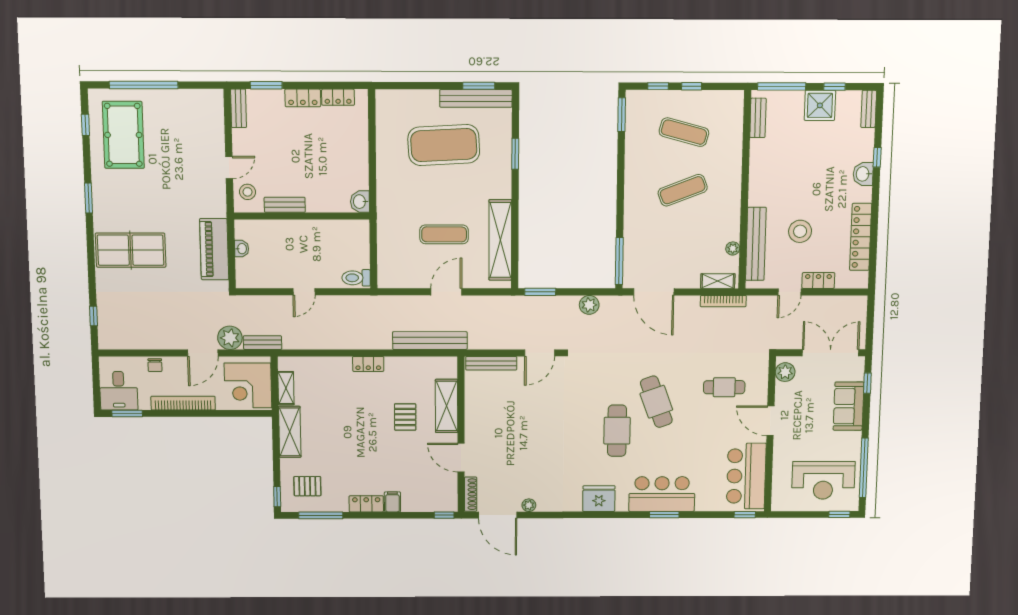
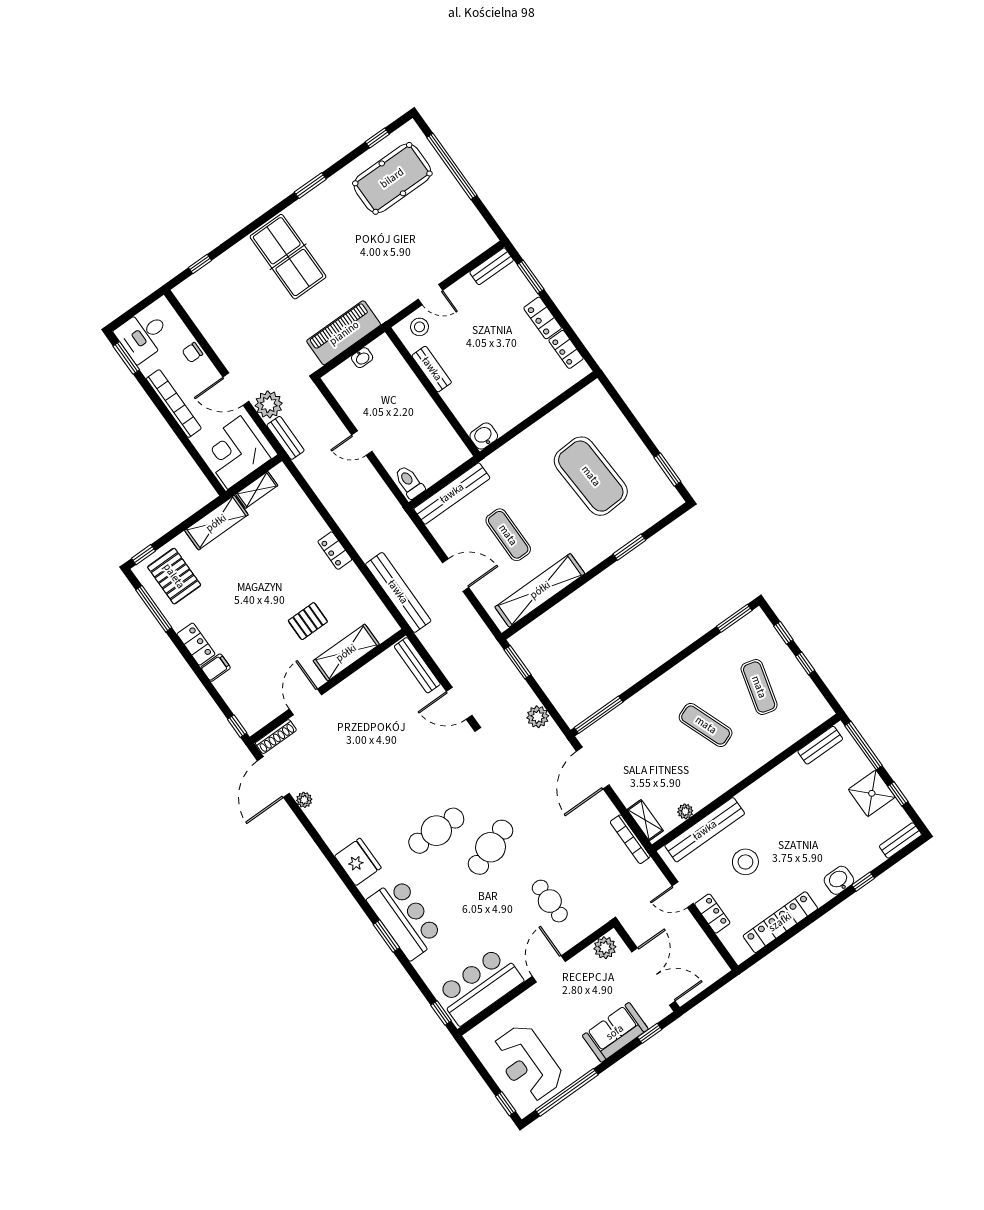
bench: (476, 98) -> (452, 493), moved, turned 90
pallet: (307, 486) -> (174, 576), width x1.50, depth x1.42

